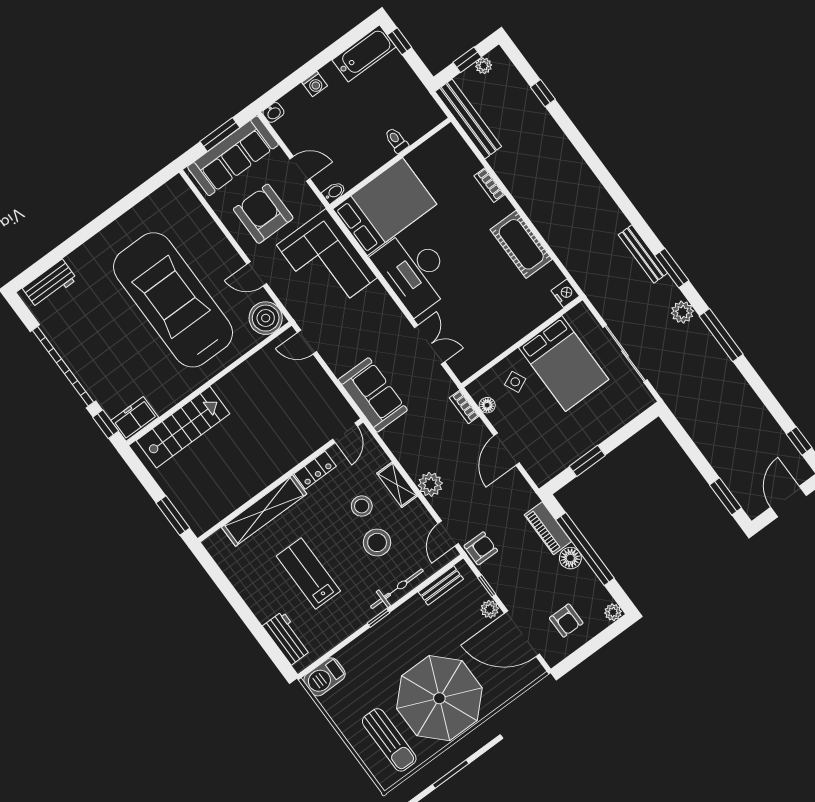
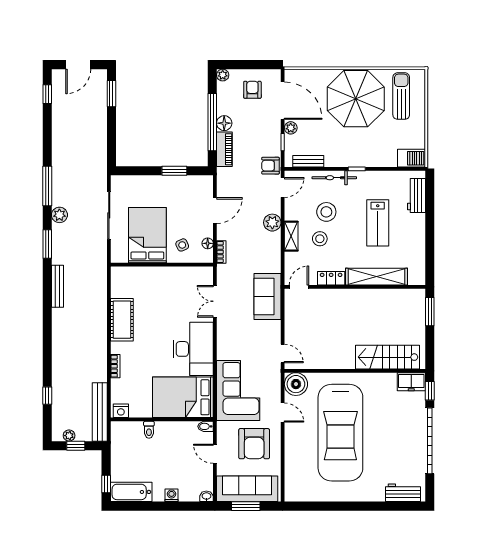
bench: (643, 254) -> (57, 286), moved
nightstand: (565, 293) -> (121, 411), moved, turned -90

